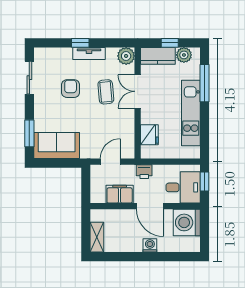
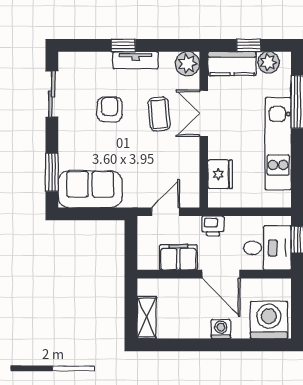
washing machine: (187, 222) -> (269, 320), moved, turned 90

